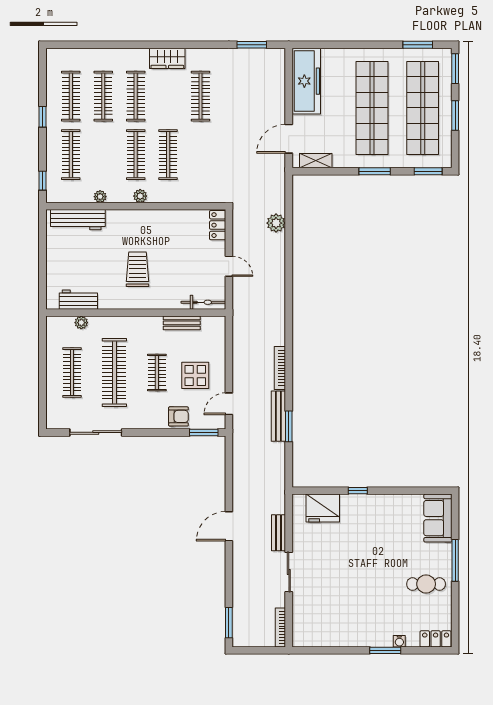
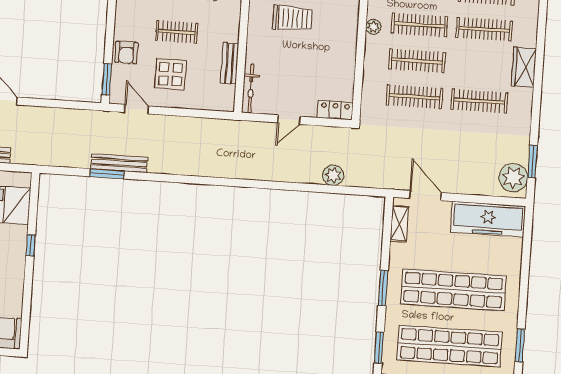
plant: (267, 61) -> (513, 178), added
clothes rail: (201, 155) -> (415, 97), added
bookcase: (280, 368) -> (172, 168), removed

